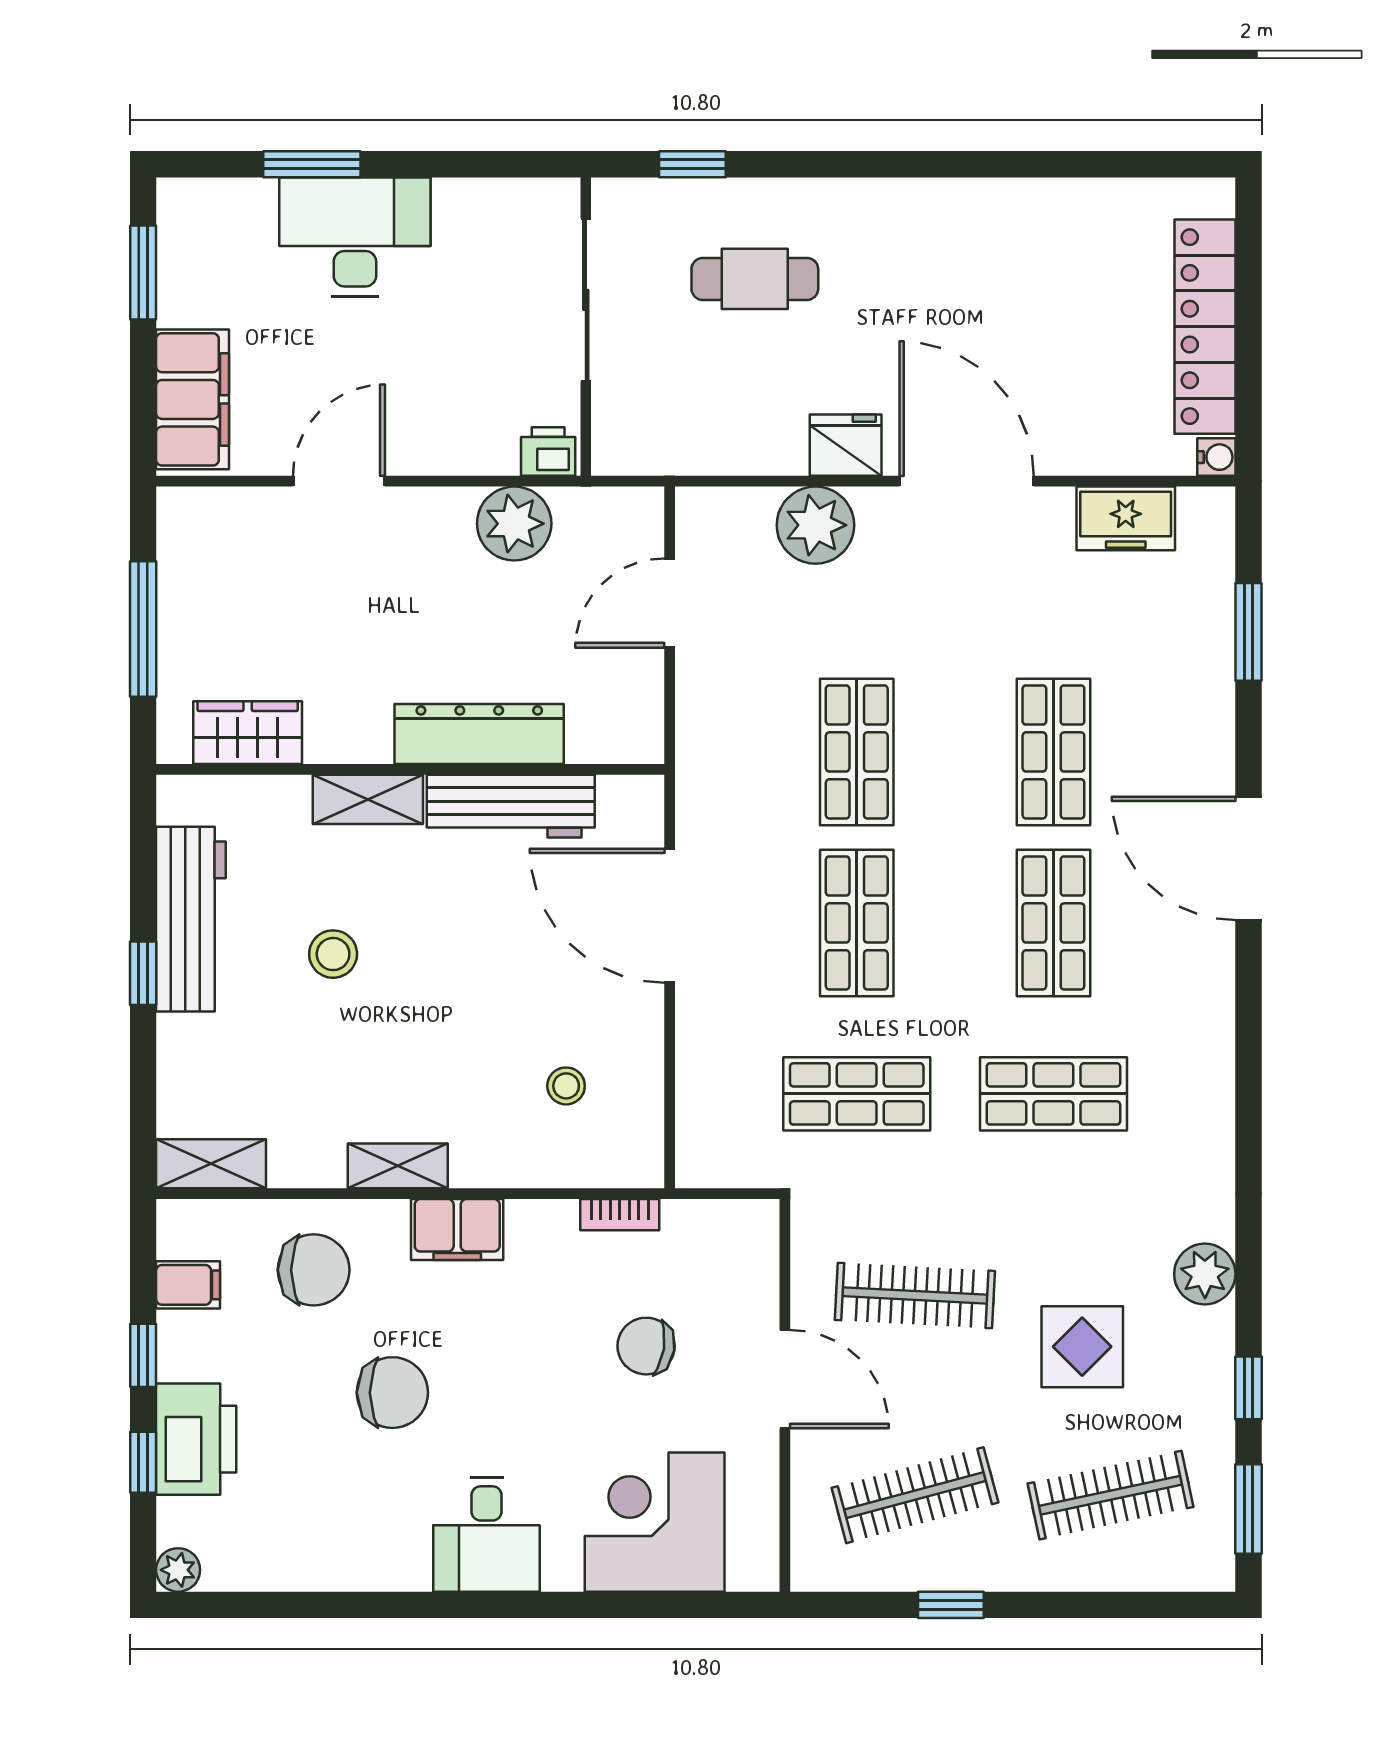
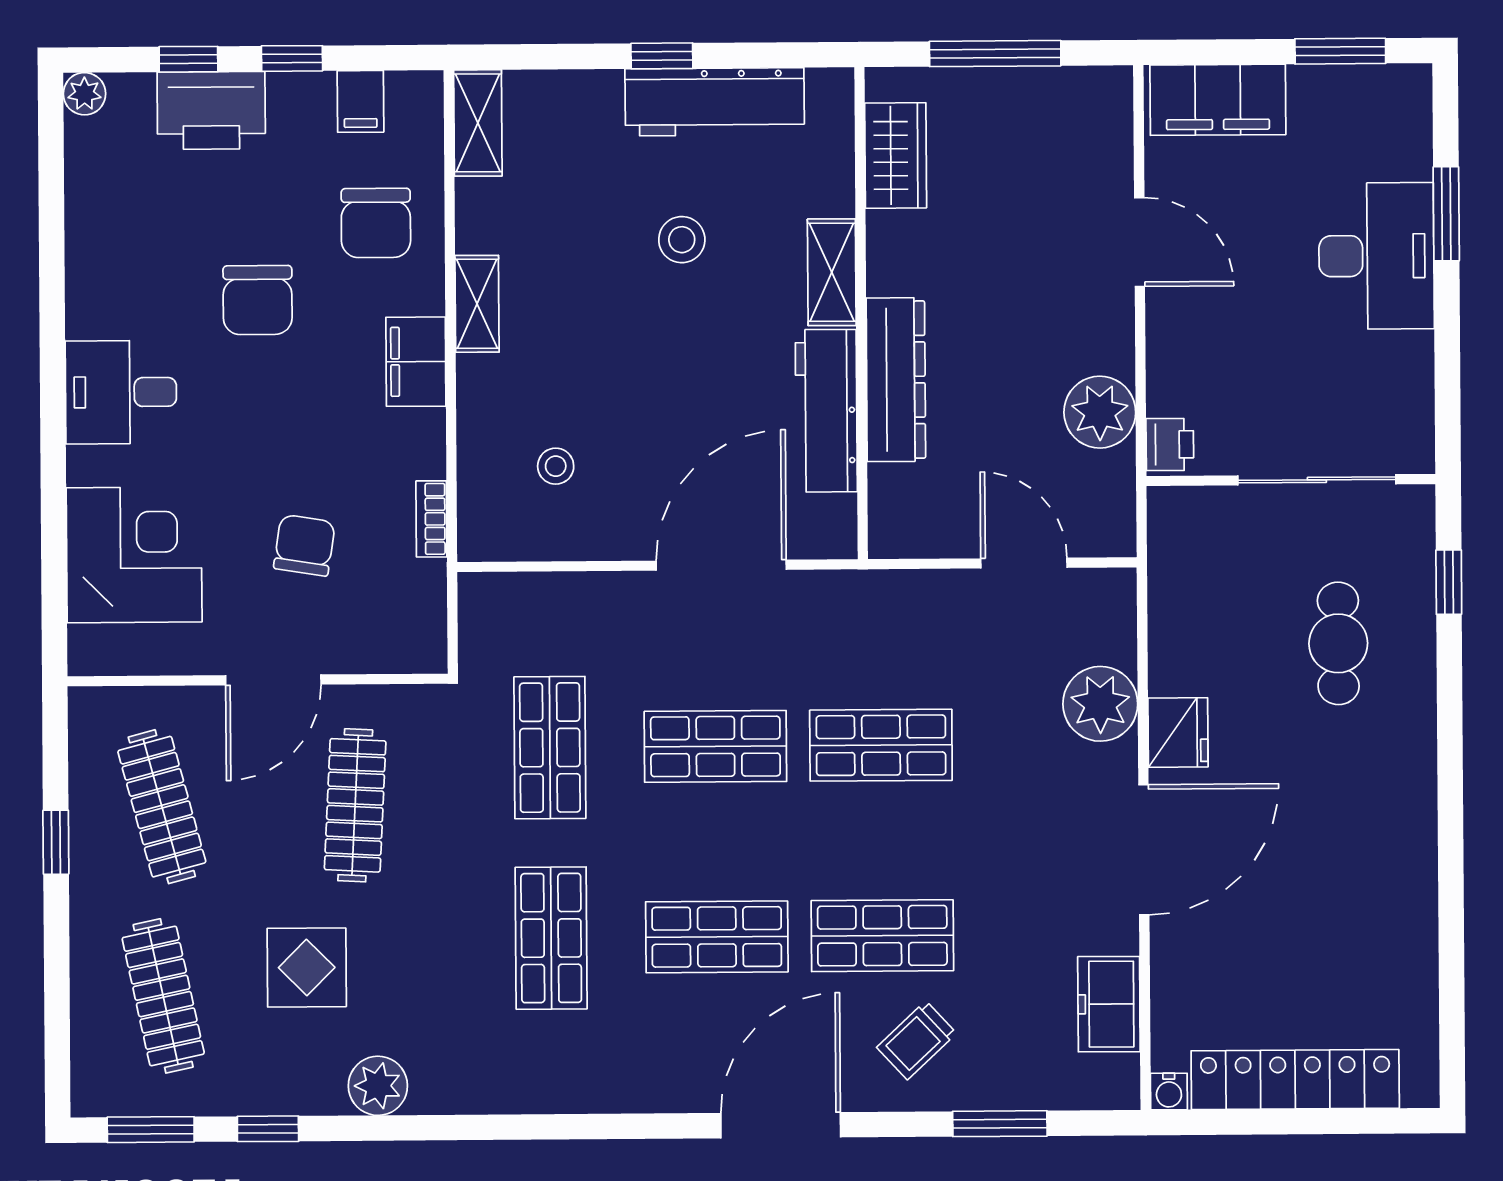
trolley: (1162, 717) -> (917, 1040), added

